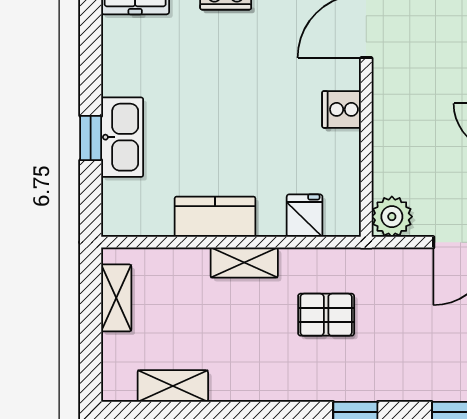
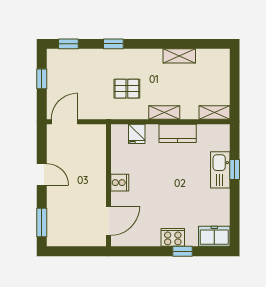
plant: (392, 217) -> (97, 134), removed
shelving: (116, 298) -> (214, 113), moved, turned 90
shelving: (173, 386) -> (179, 56), moved

